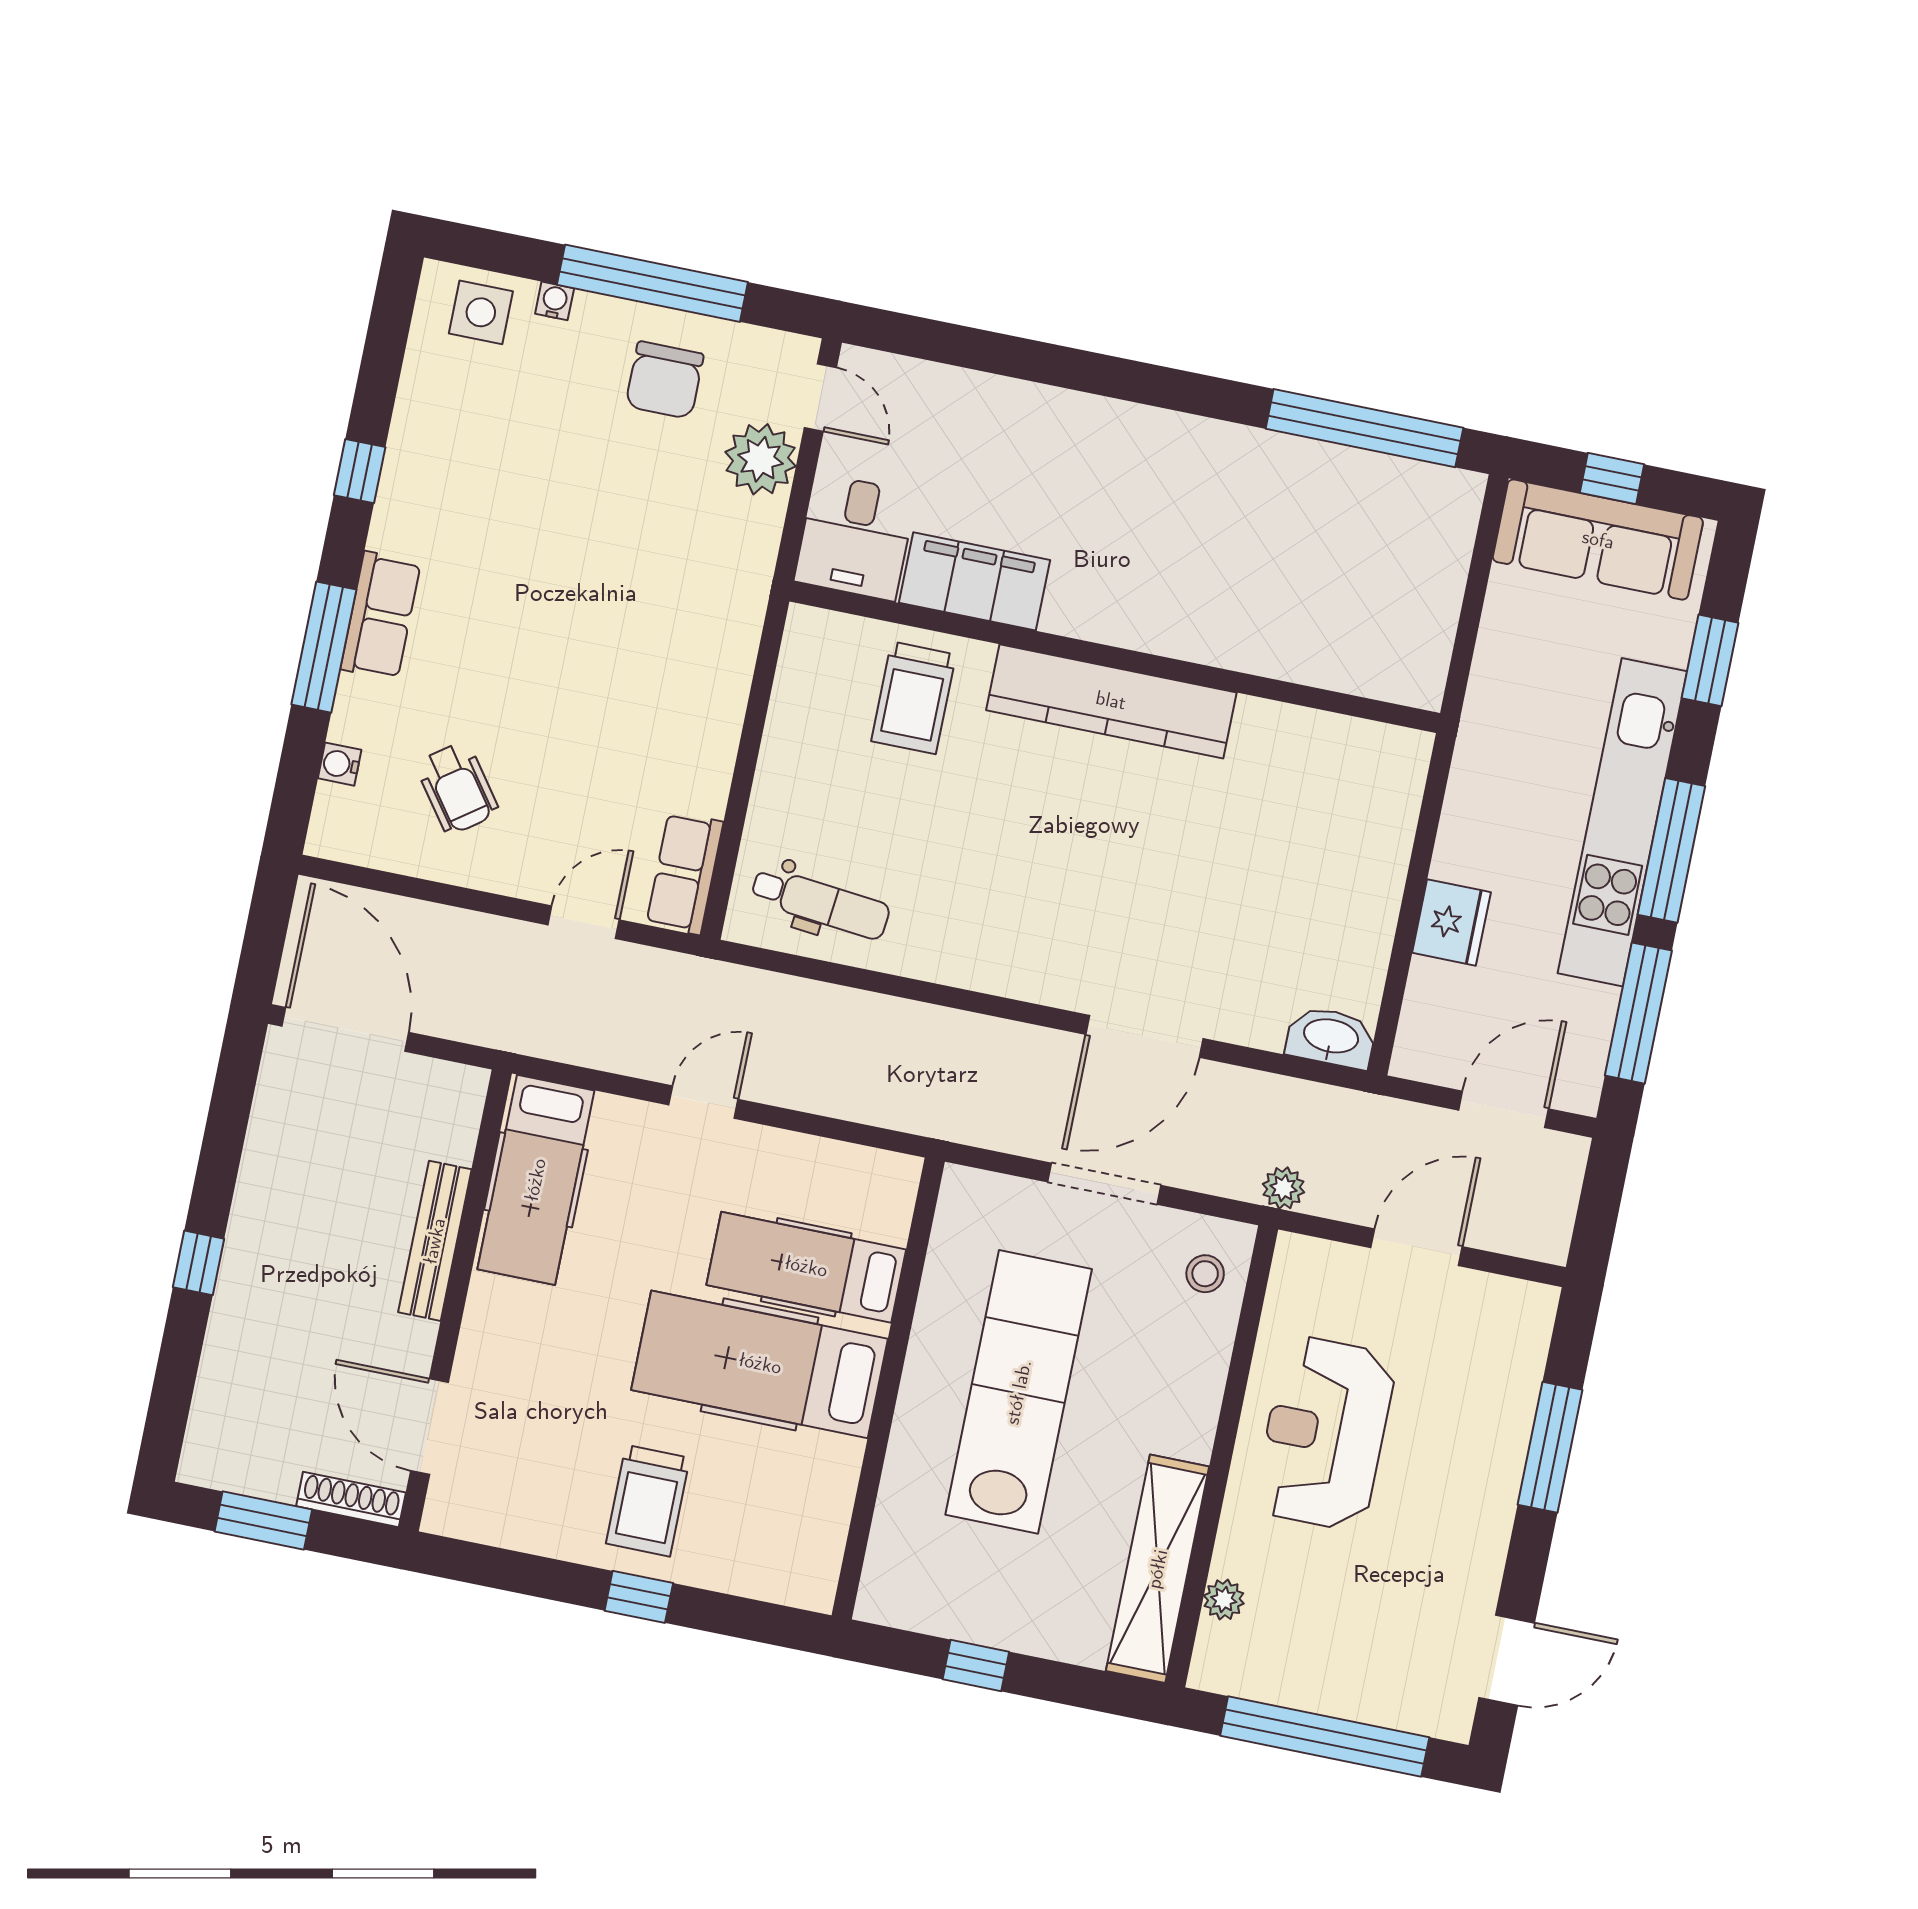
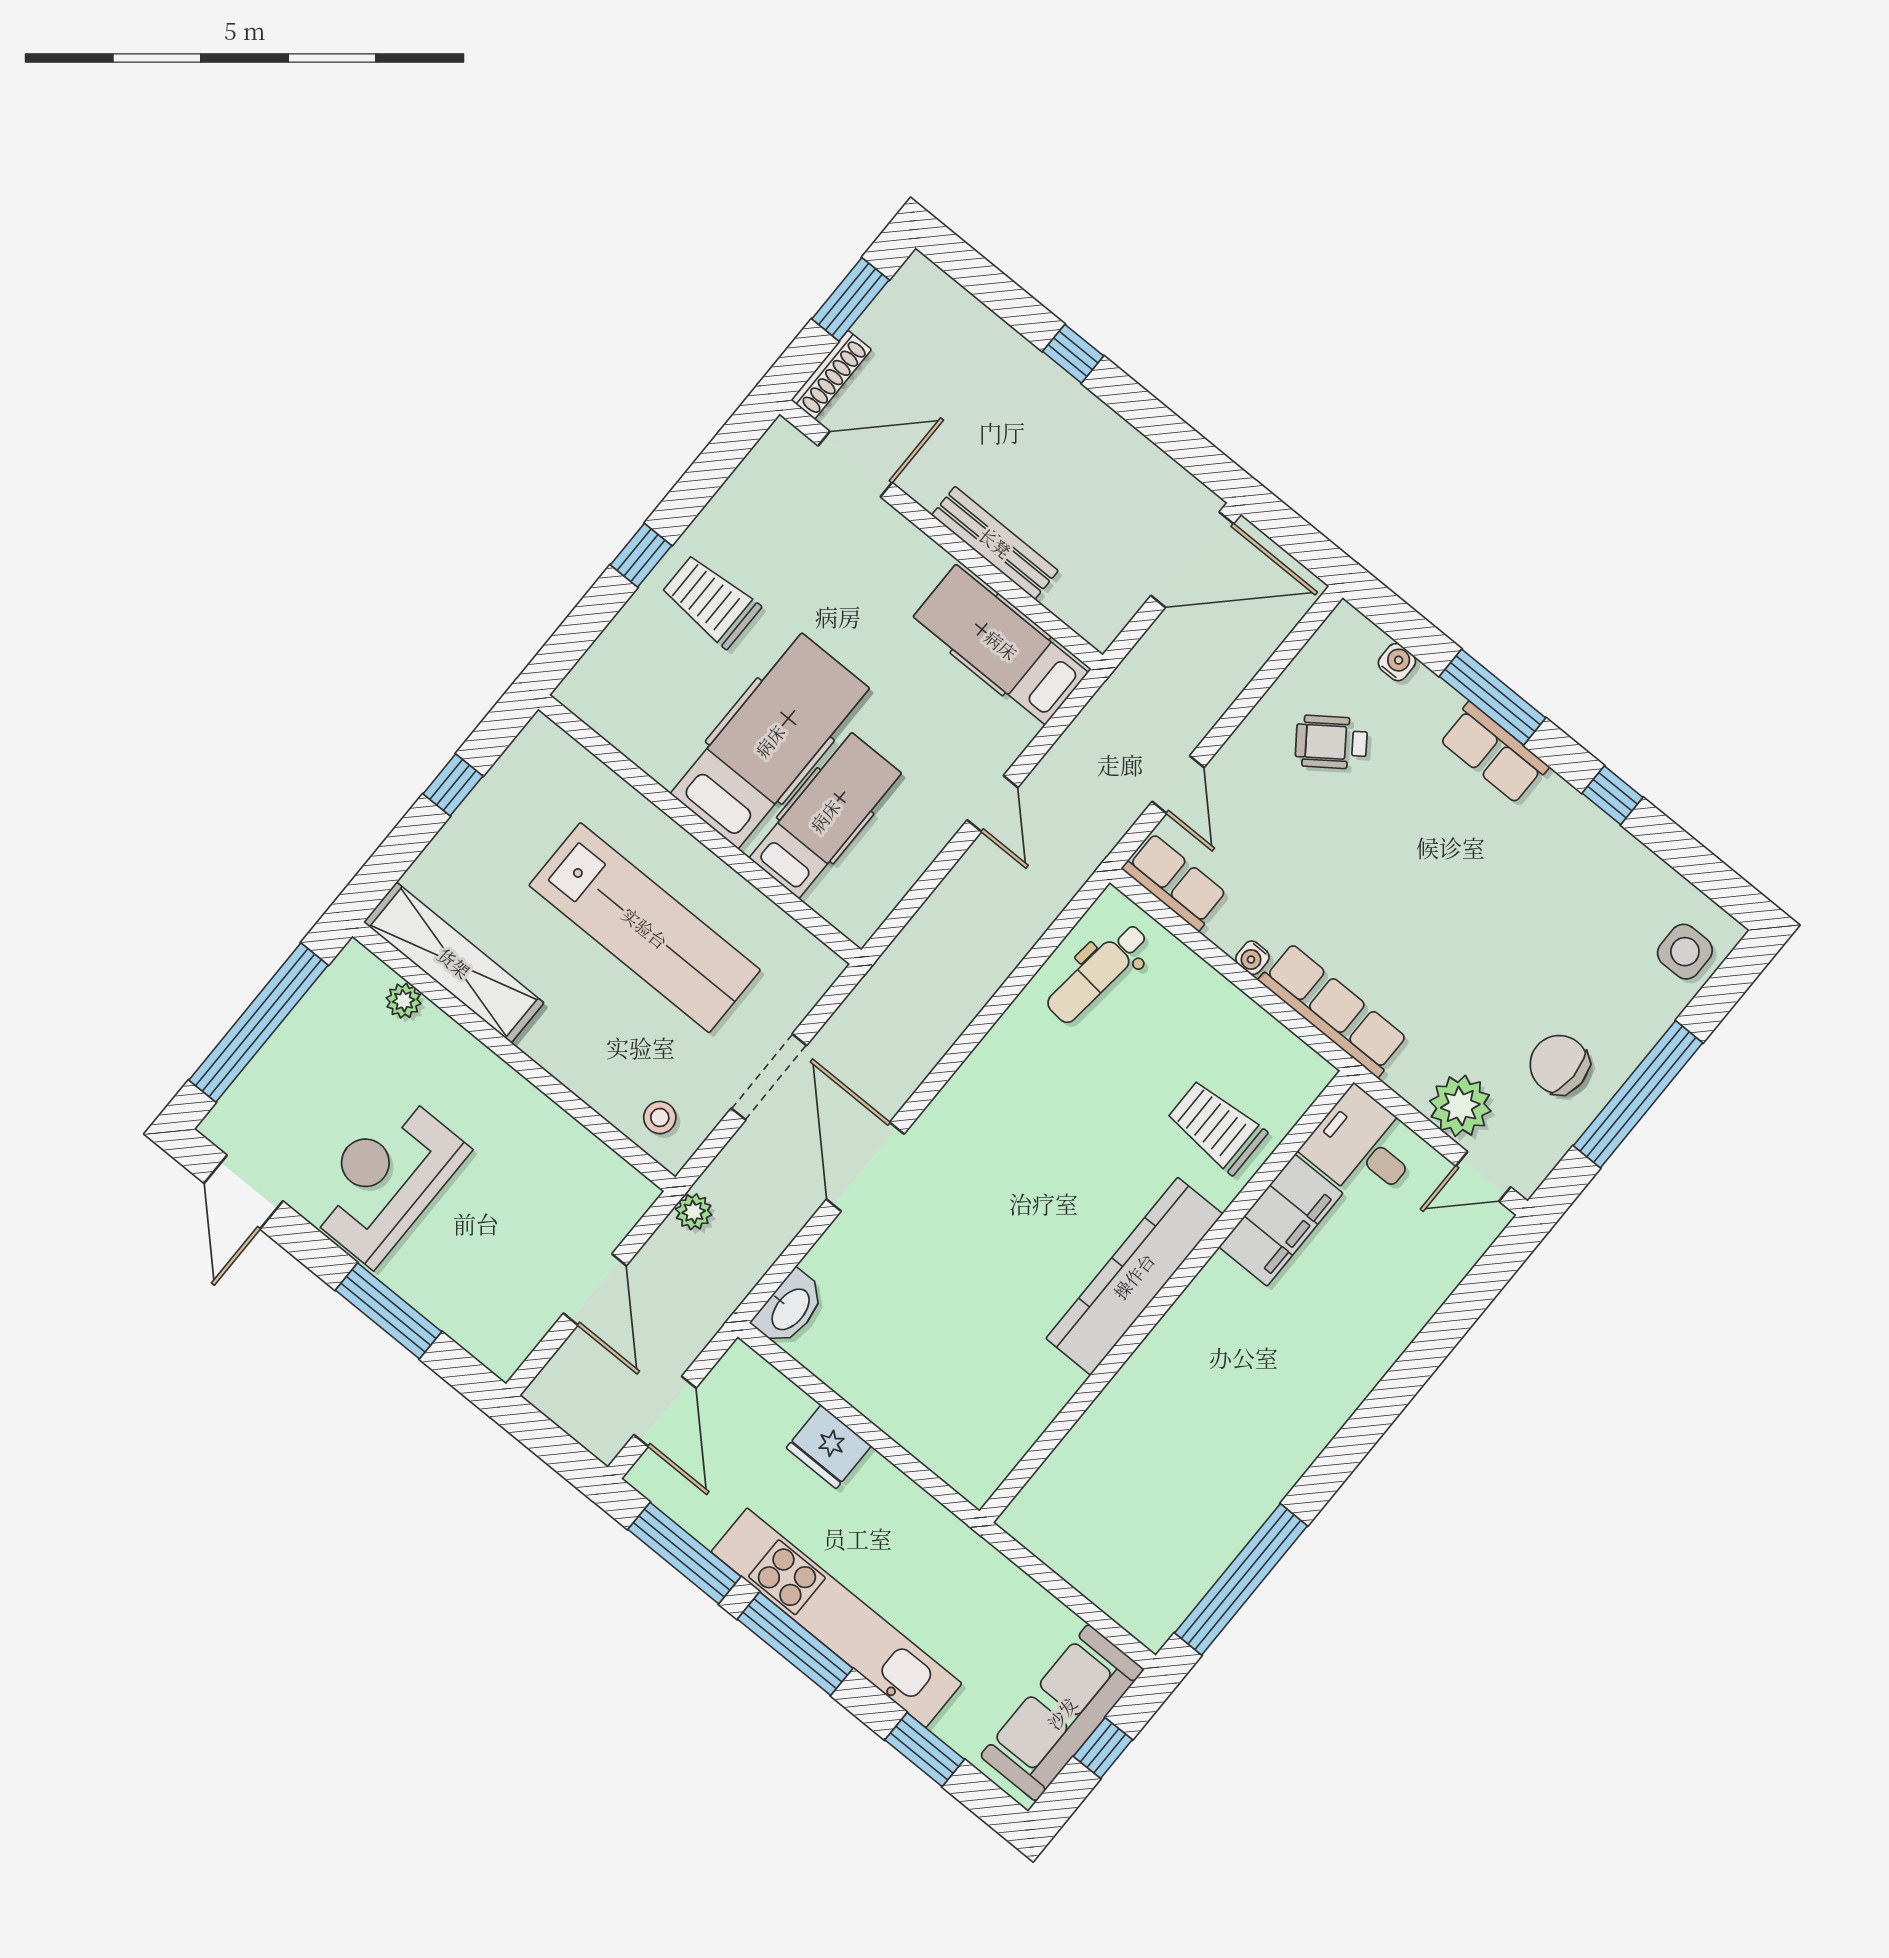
water cooler: (555, 301) -> (1252, 958), moved, turned 90
row of seats: (731, 641) -> (1333, 1010), added
reception desk: (1325, 1433) -> (385, 1179), moved, turned -90

